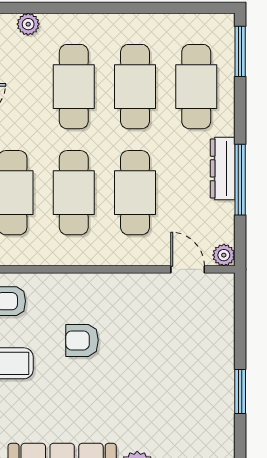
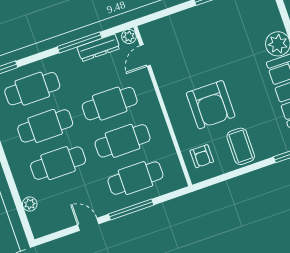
dresser: (223, 168) -> (98, 48), moved
armchair: (82, 340) -> (211, 105), width x1.88, depth x1.88

